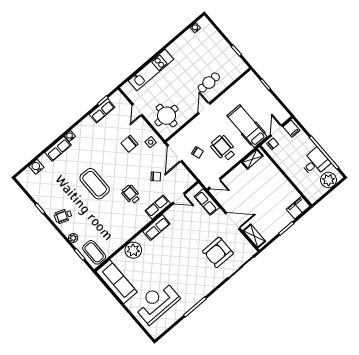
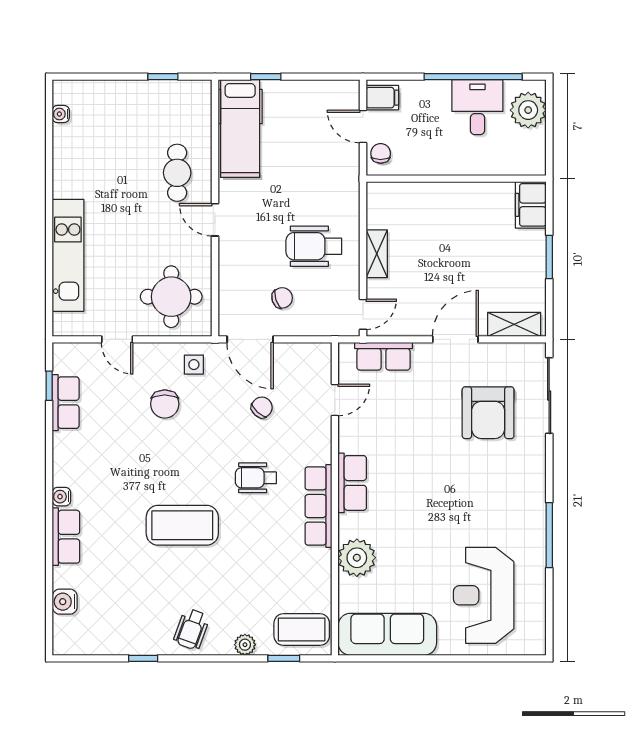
hospital bed: (247, 126) -> (240, 129), moved, turned -90
shelving: (252, 159) -> (377, 254), moved
row of seats: (158, 207) -> (318, 506), moved, width x1.48

